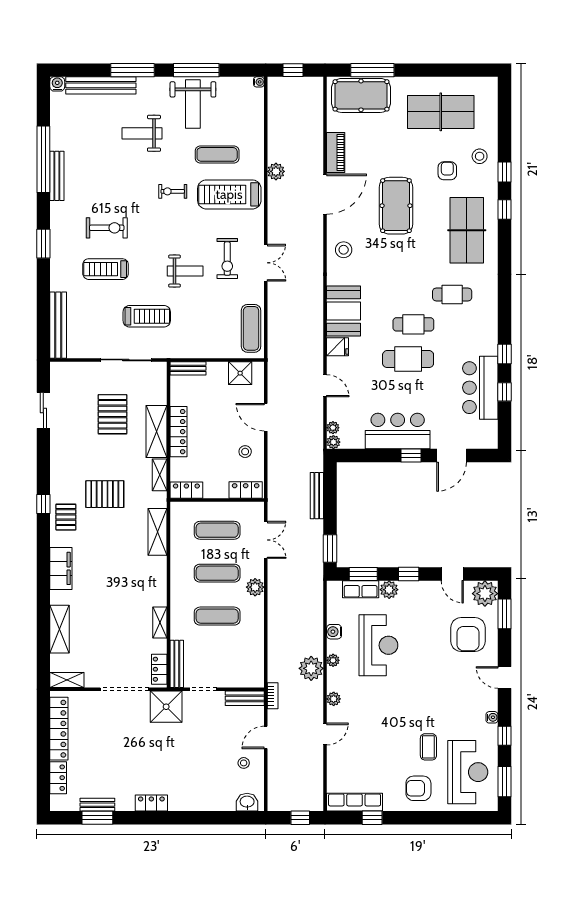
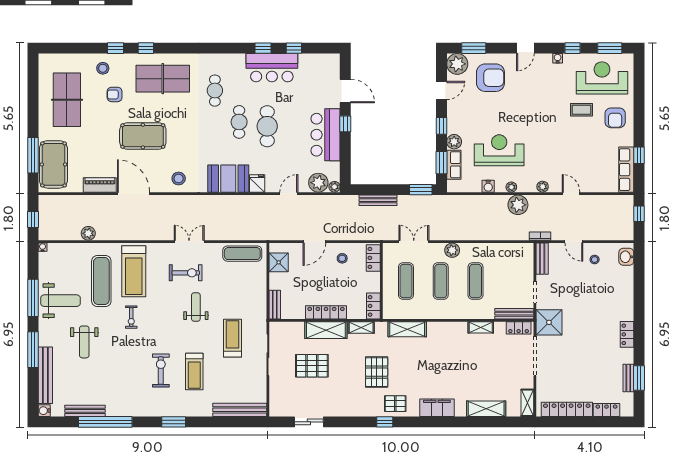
exercise mat: (217, 154) -> (101, 281), width x1.36, depth x1.45
plant: (276, 171) -> (88, 233), moved
bench: (57, 176) -> (85, 411), moved
bar counter: (480, 388) -> (272, 68), moved
plant: (333, 428) -> (318, 183), width x1.87, depth x1.87

